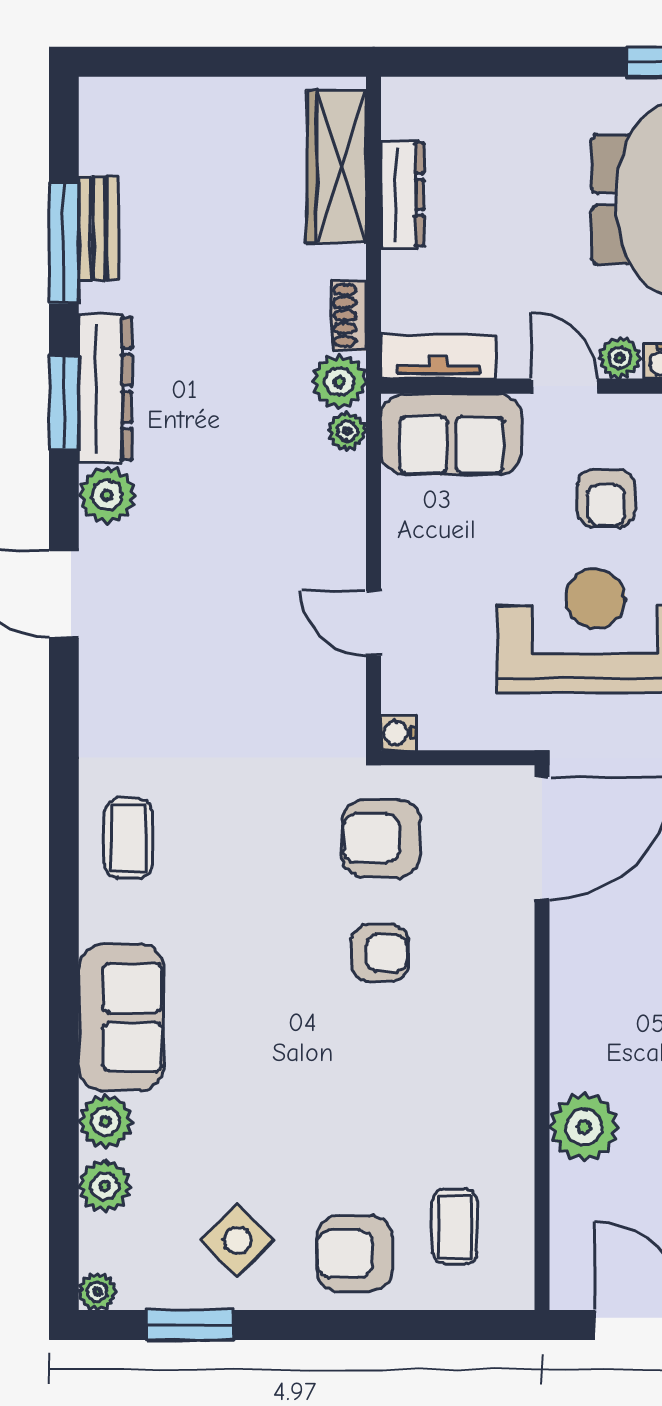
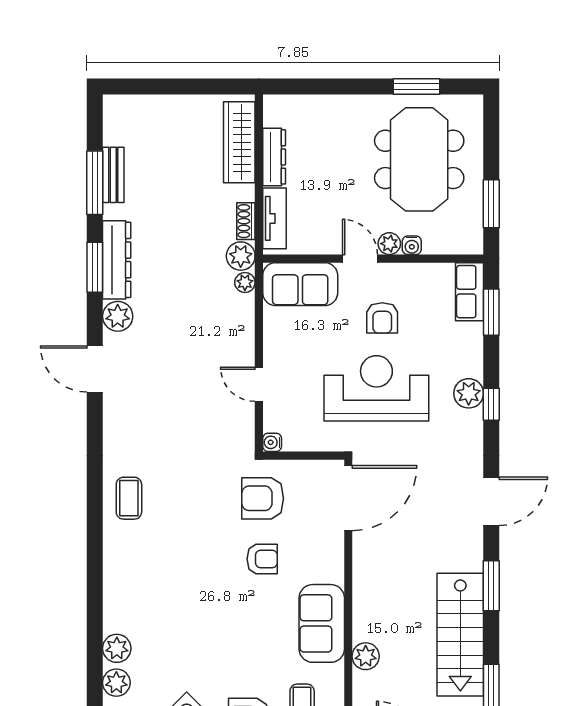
tv unit: (439, 357) -> (275, 218), moved, turned 90
sofa: (121, 1017) -> (322, 623), moved, turned 180
plant: (584, 1127) -> (366, 656), width x0.73, depth x0.73

